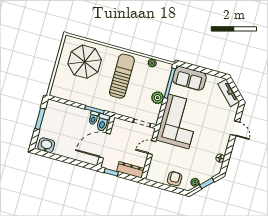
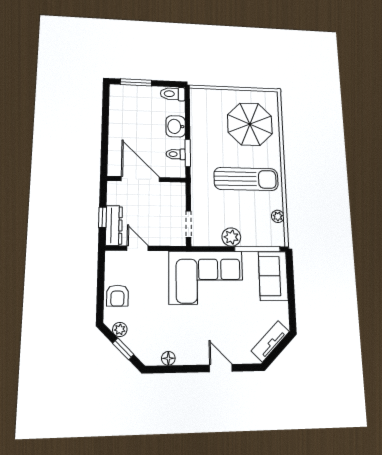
window: (40, 119) -> (136, 82), moved
toilet: (103, 123) -> (173, 94), moved
door: (235, 128) -> (221, 368), swing flipped
washbasin: (46, 145) -> (176, 126), moved, turned 180
door: (152, 148) -> (138, 248), moved
window: (111, 172) -> (102, 217), moved
armchair: (175, 179) -> (117, 296), turned 90

